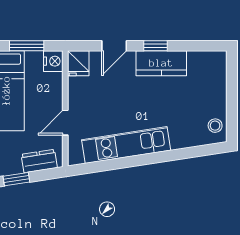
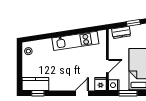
window: (156, 46) -> (38, 93), moved
kitchen counter: (161, 63) -> (35, 84), moved
door: (65, 123) -> (107, 66), moved

